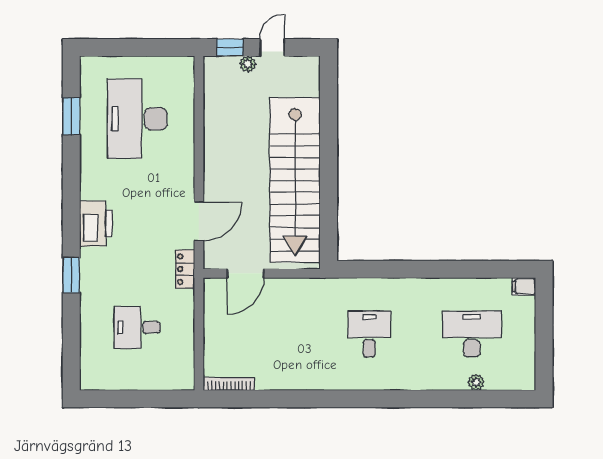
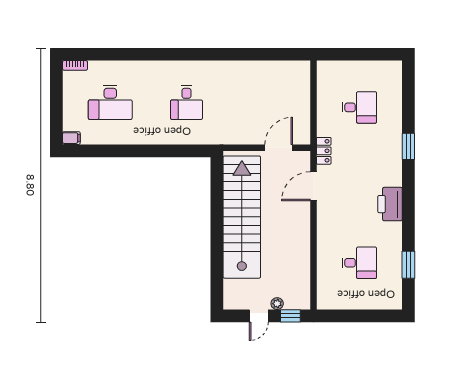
desk: (137, 119) -> (359, 263), width x0.53, depth x0.77
printer: (96, 224) -> (390, 204), moved
plant: (476, 382) -> (107, 67), removed
bookcase: (229, 384) -> (75, 65), moved, width x0.64

